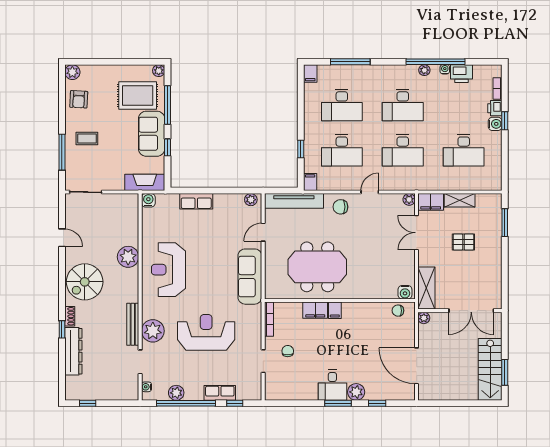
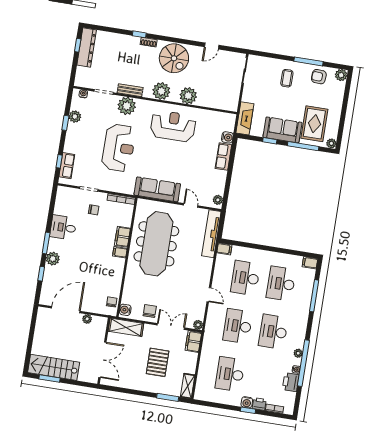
window: (301, 149) -> (252, 246), removed
window: (62, 152) -> (309, 61), moved
water cooler: (148, 200) -> (227, 137), moved
shelving: (460, 200) -> (188, 386), moved
chair: (340, 207) -> (150, 311), moved
pallet: (463, 242) -> (158, 362), width x1.50, depth x1.42
meeting table: (317, 267) -> (156, 244), width x1.36
spiral stairs: (85, 282) -> (174, 58), turned 180
plant: (128, 291) -> (161, 91), added
double door: (471, 311) -> (102, 360), swing flipped
plant: (424, 318) -> (87, 319), moved
bench: (133, 324) -> (130, 90), width x0.73
dresser: (73, 351) -> (87, 48), moved, turned -90
desk: (332, 385) -> (63, 228), moved
row of seats: (220, 393) -> (67, 166), moved
window: (186, 403) -> (65, 123), width x0.32

